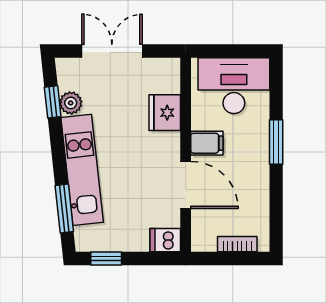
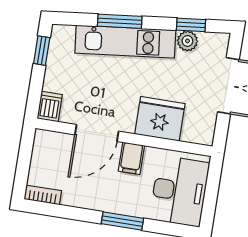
fridge: (165, 113) -> (160, 119), width x1.36, depth x1.34
window: (64, 209) -> (120, 21), moved
bookcase: (237, 244) -> (43, 195), moved, turned -90

